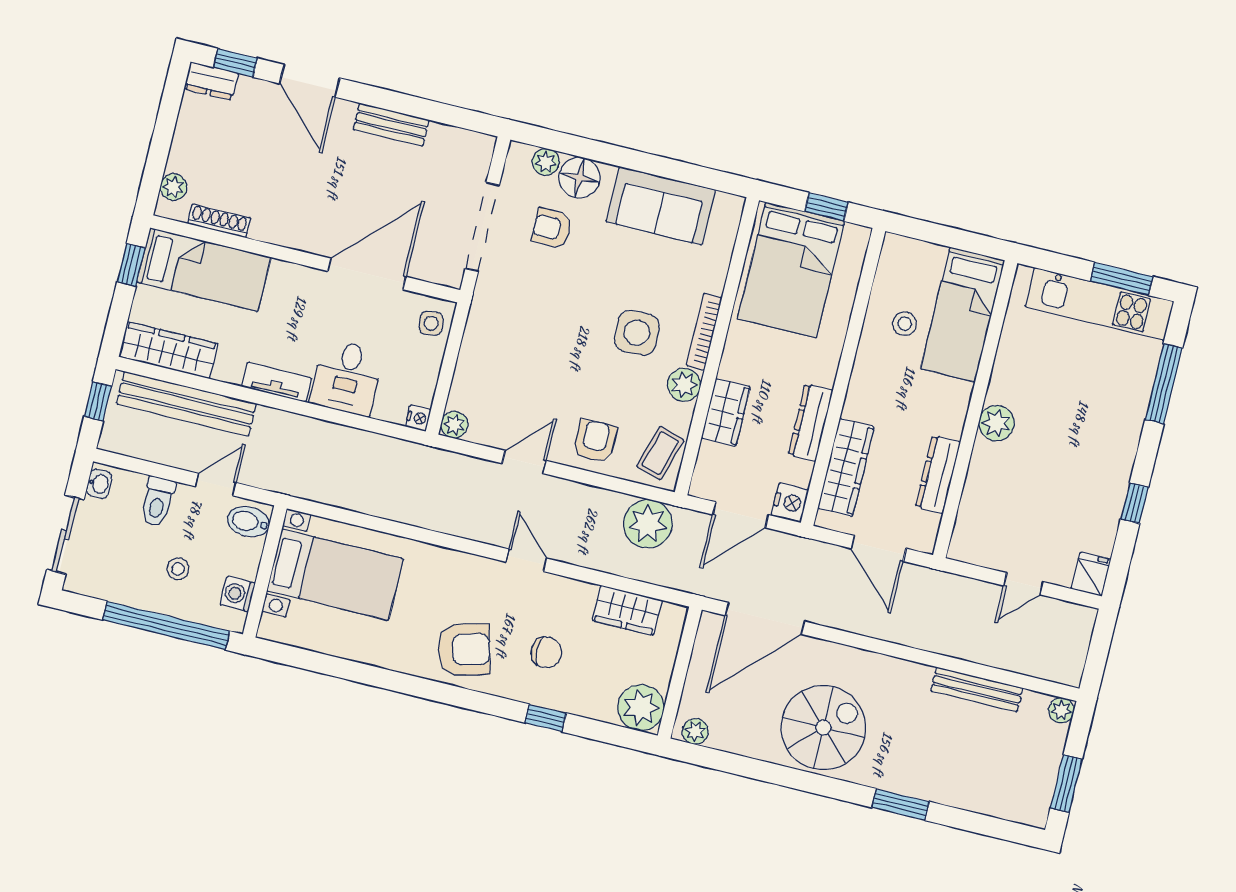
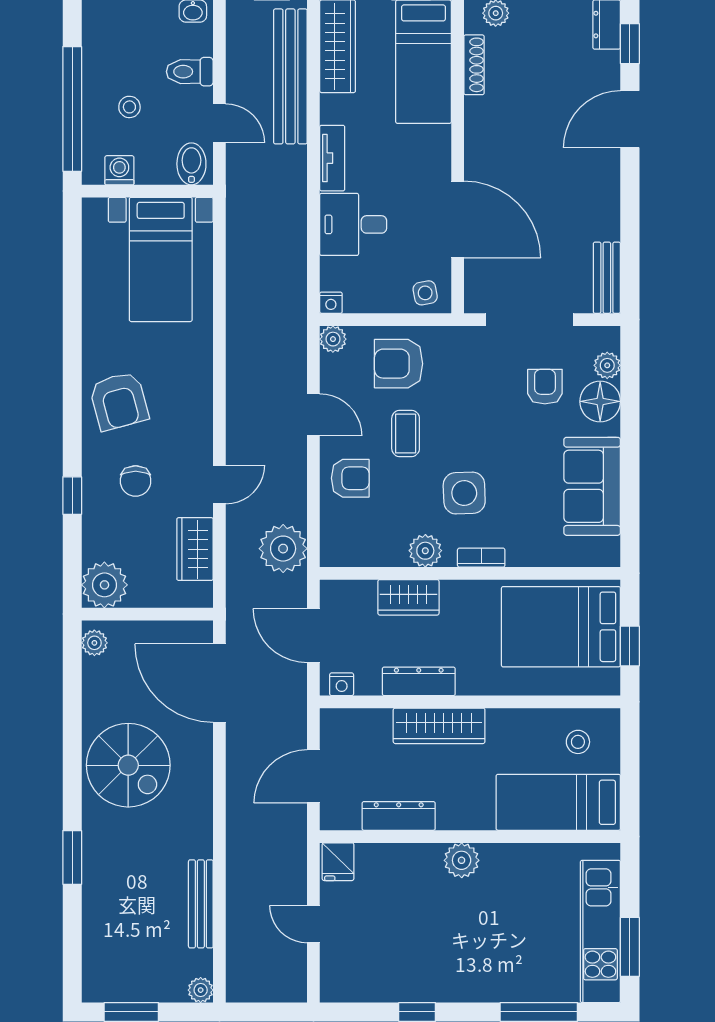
bench: (391, 125) -> (607, 278), moved
stool: (905, 324) -> (578, 742), moved
bookcase: (704, 332) -> (481, 558), width x0.64
armchair: (494, 366) -> (399, 364), added
coffee table: (660, 453) -> (406, 433), moved, turned 73
wardrobe: (846, 468) -> (439, 726), moved
nightstand: (790, 502) -> (342, 684), width x0.72, depth x0.74
door: (526, 560) -> (219, 485), moved
fridge: (1091, 574) -> (338, 862), moved, turned 90

